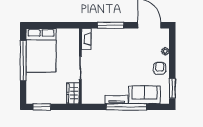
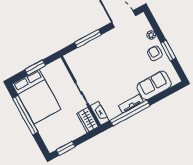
window: (53, 25) -> (35, 67), added
fireplace: (86, 39) -> (100, 113), moved
window: (172, 88) -> (168, 51), moved
window: (126, 107) -> (130, 113), moved

